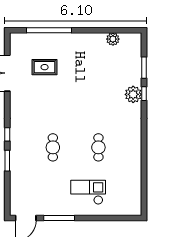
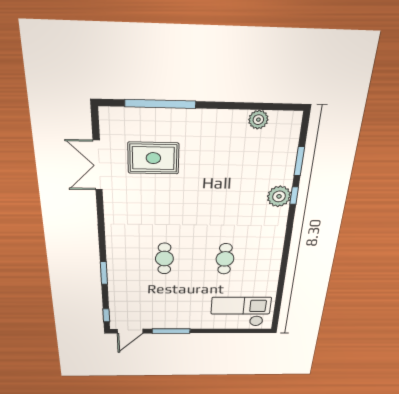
rug: (45, 67) -> (153, 158), width x1.36, depth x1.43
window: (7, 134) -> (106, 315), moved
checkout: (88, 192) -> (240, 312), moved, width x1.36, depth x1.21

